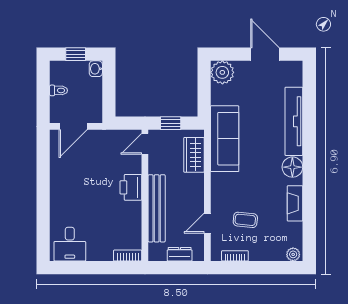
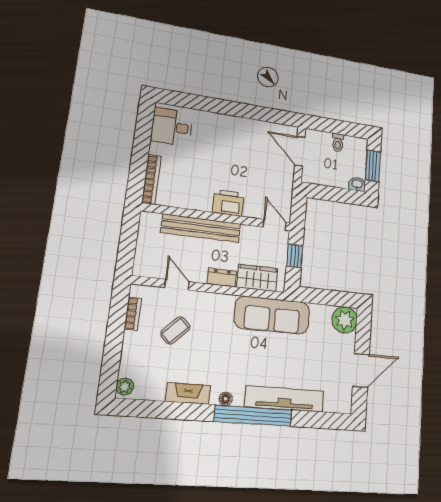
window: (76, 54) -> (373, 166), width x1.50
window: (309, 147) -> (253, 416), added
floor lamp: (292, 167) -> (226, 399), width x0.53, depth x0.53
coffee table: (245, 220) -> (175, 330), turned 39
dresser: (180, 254) -> (222, 278), moved, turned -90
bookcase: (128, 255) -> (151, 179), width x1.56

